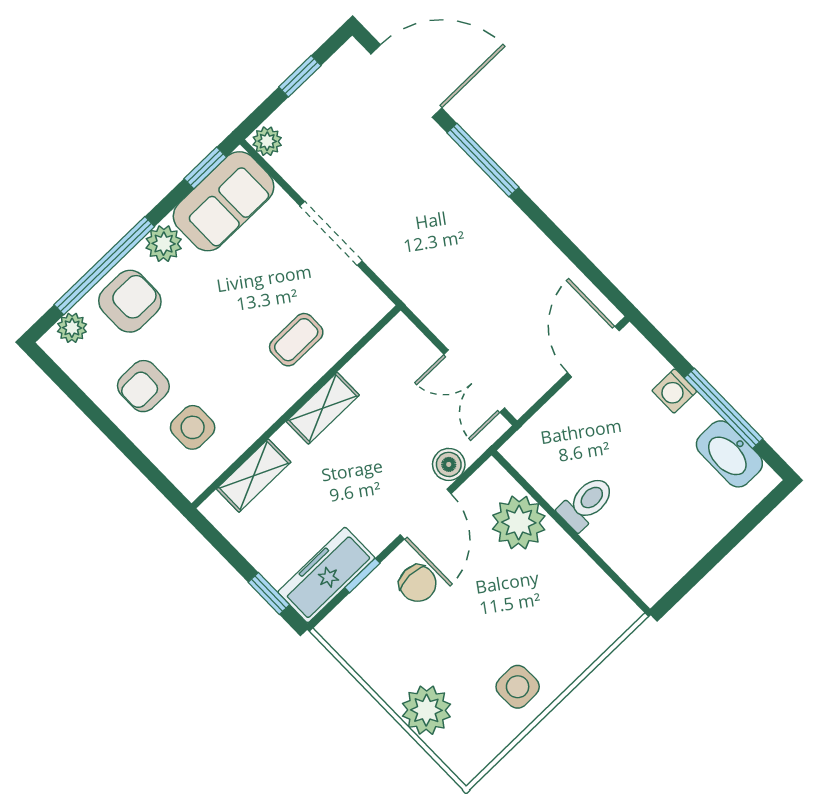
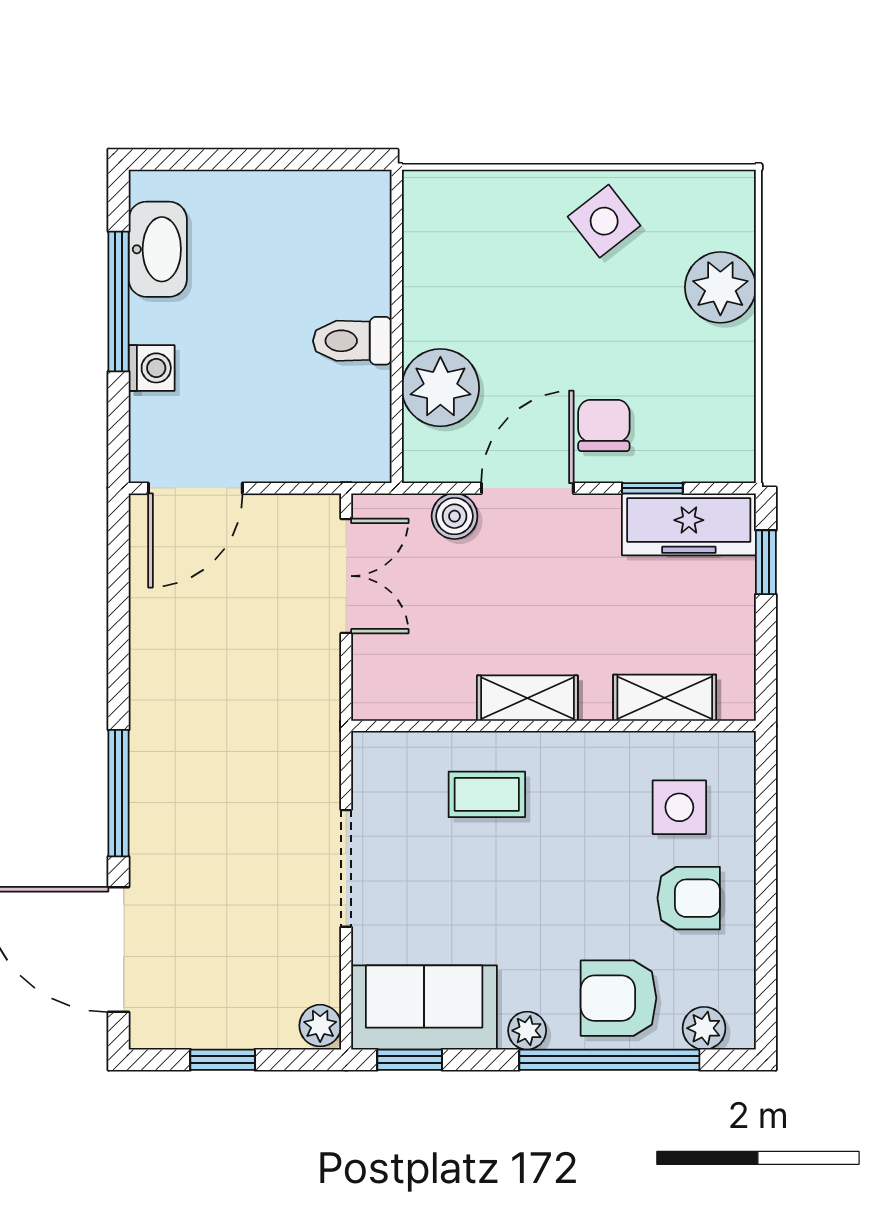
plant: (164, 244) -> (527, 1031), width x0.73, depth x0.73
side table: (518, 687) -> (604, 221), turned -37

